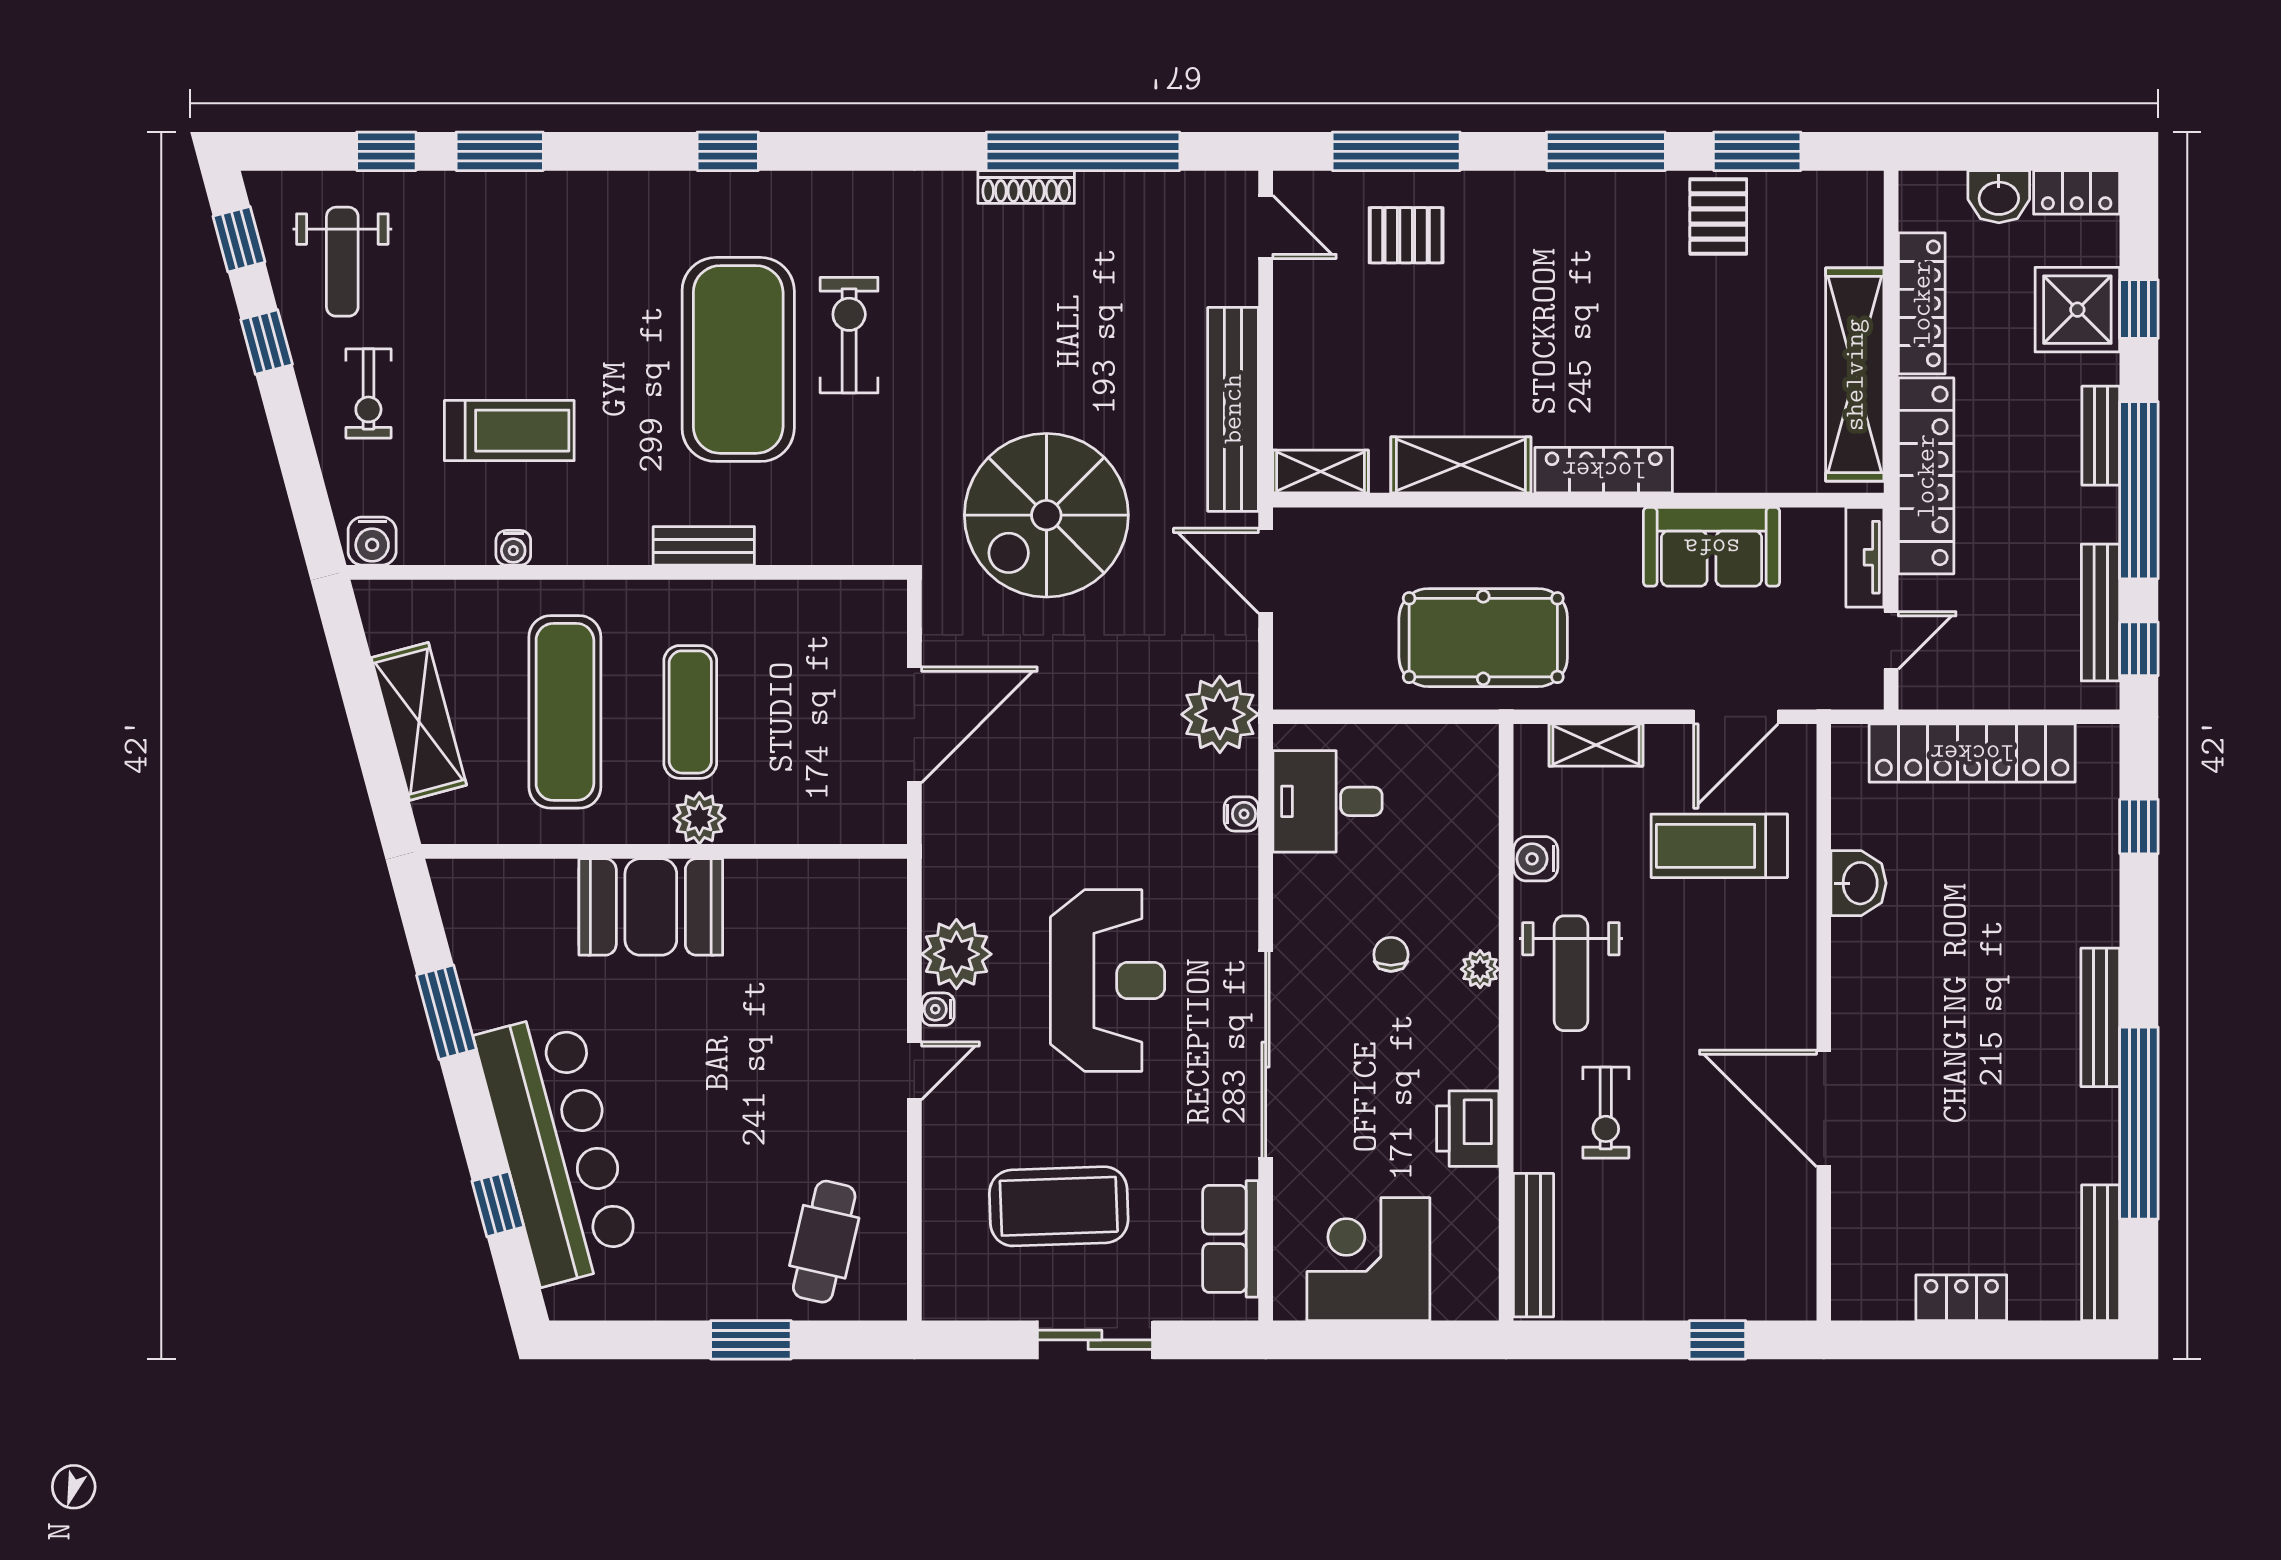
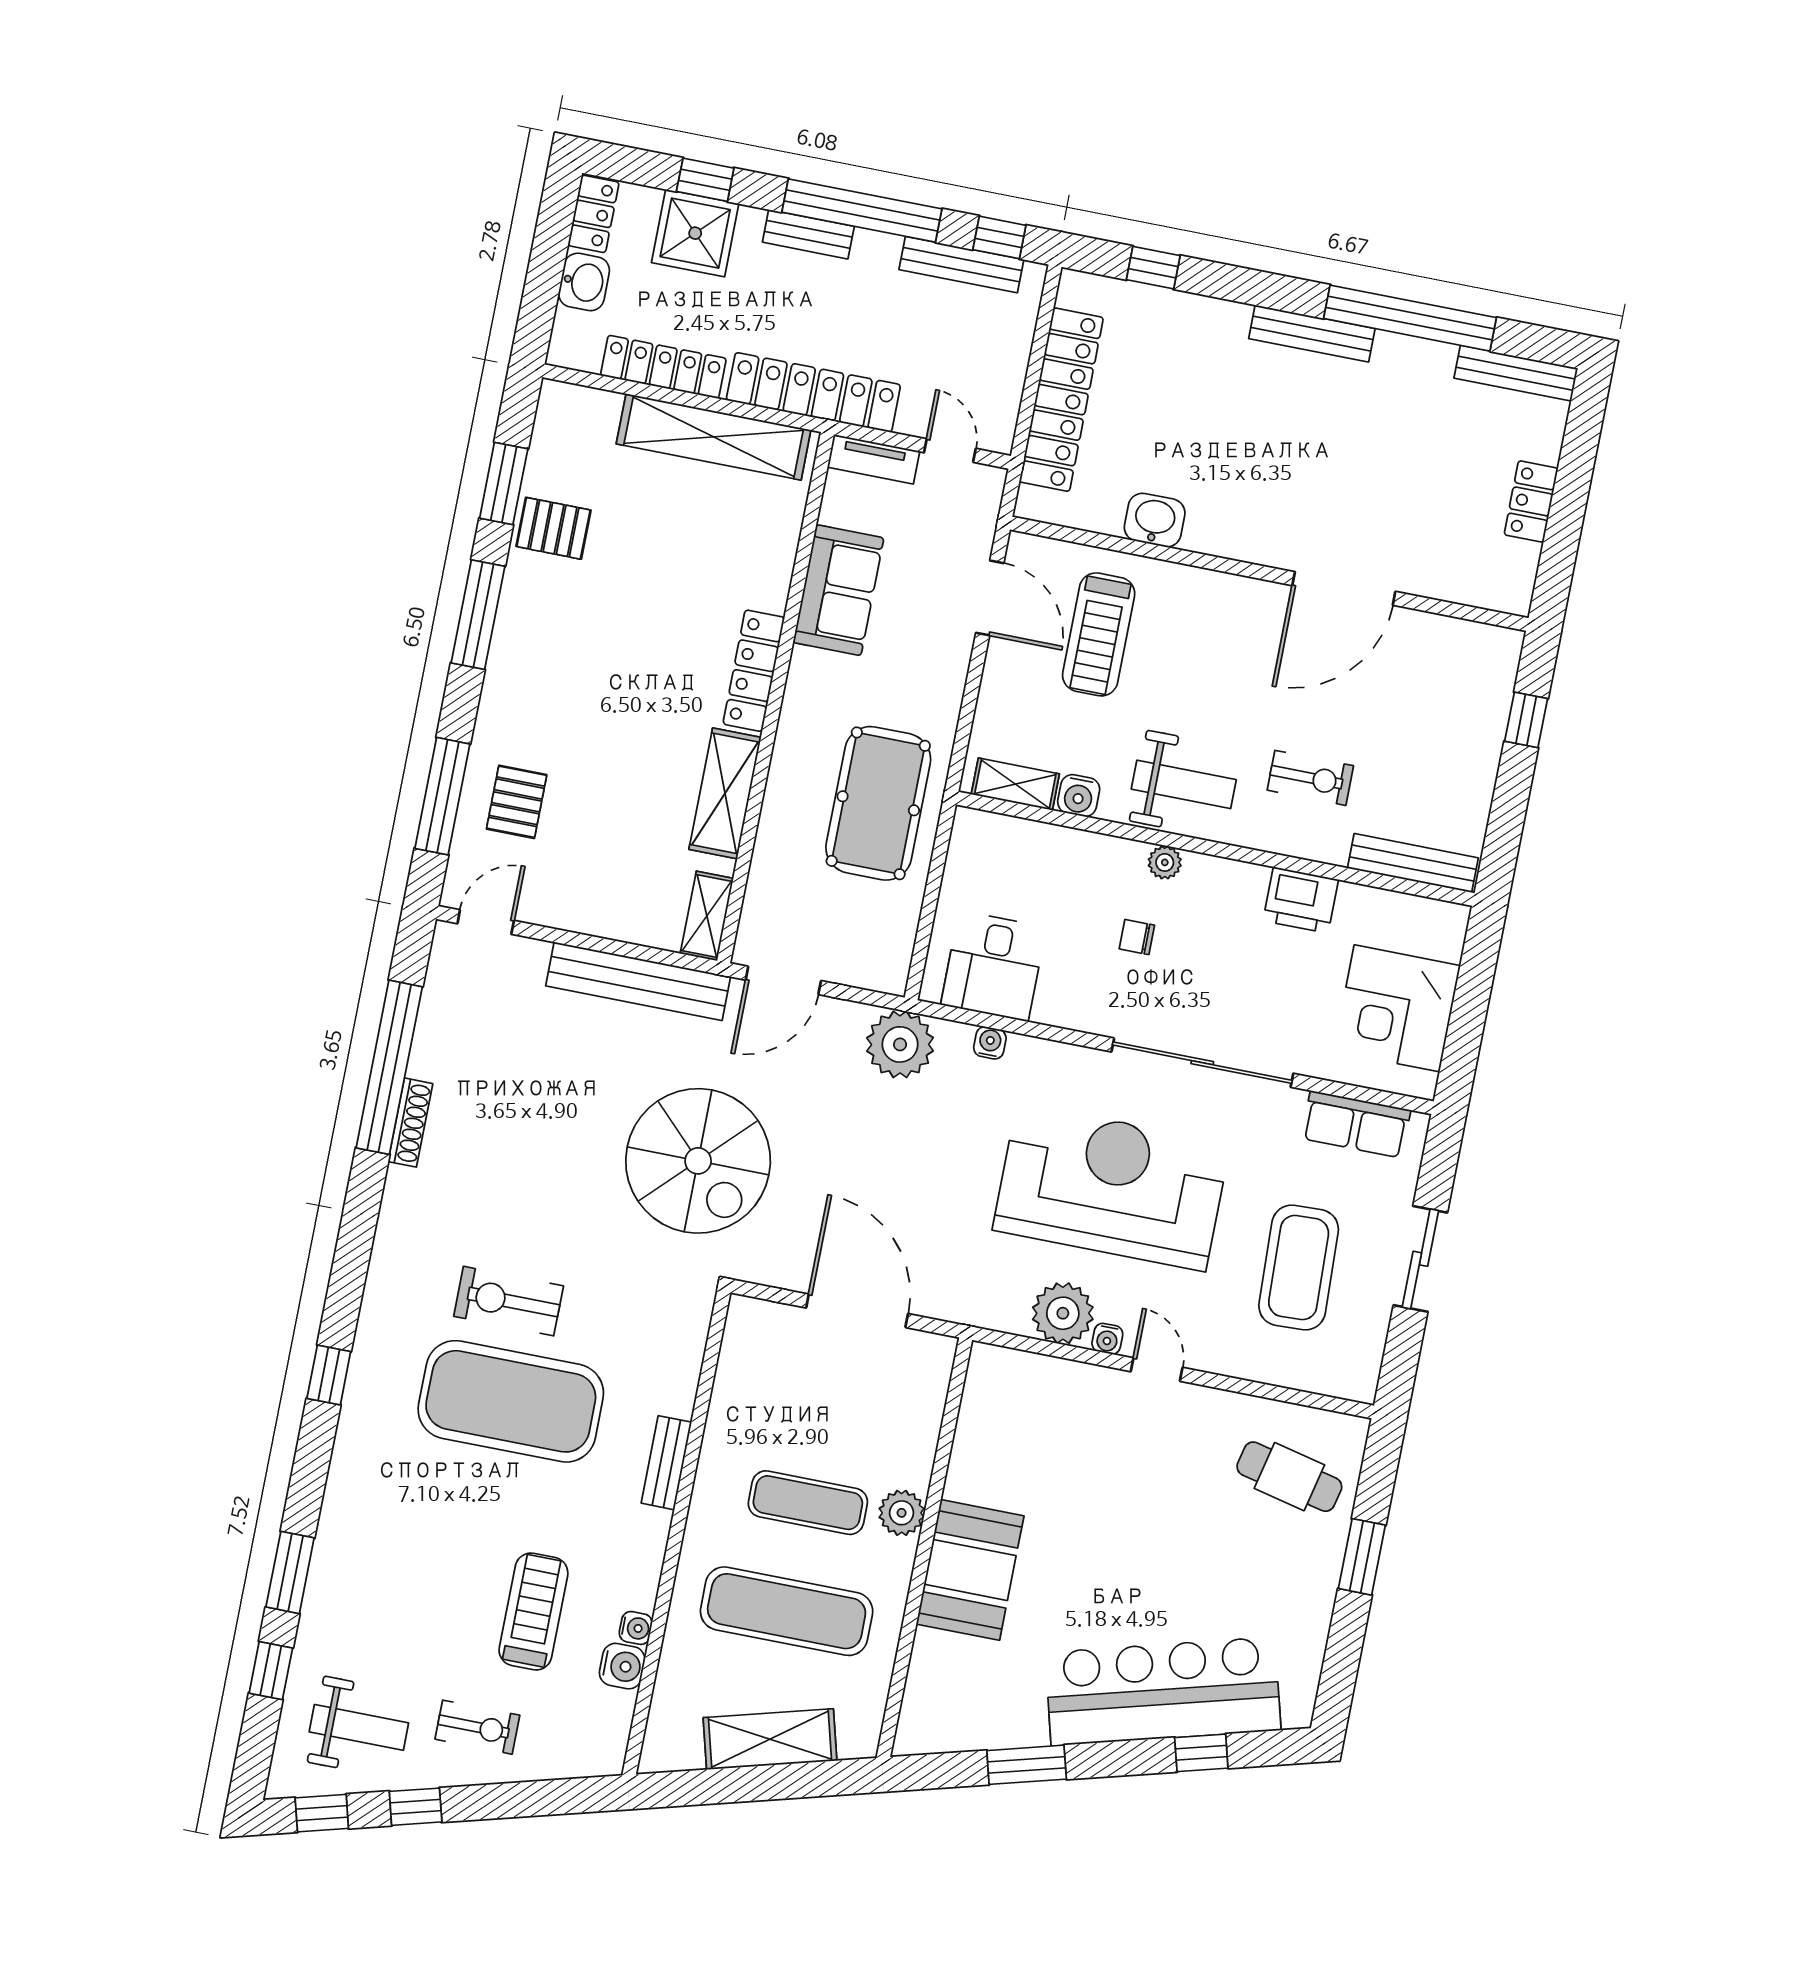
water cooler: (372, 541) -> (622, 1666), moved
shelving: (1596, 745) -> (1015, 784), moved, turned 90
reception desk: (1108, 980) -> (1111, 1187), width x1.36, depth x1.30

